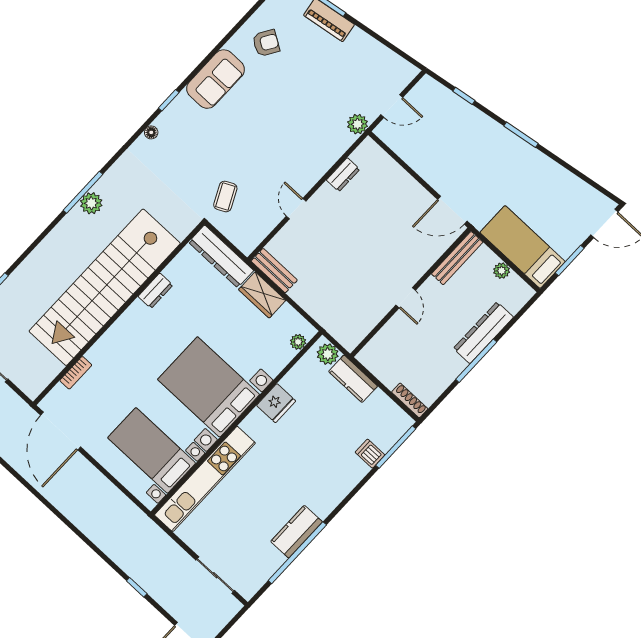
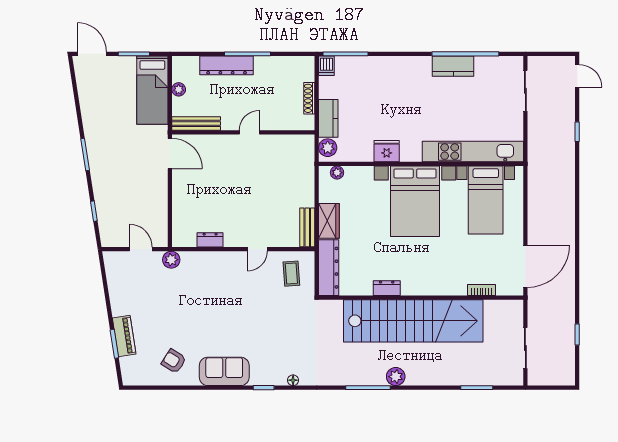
coffee table: (225, 196) -> (291, 274), moved, turned -68
plant: (91, 203) -> (396, 377), moved
shoe rack: (410, 400) -> (309, 98), moved
dishwasher: (370, 454) -> (326, 66), moved

